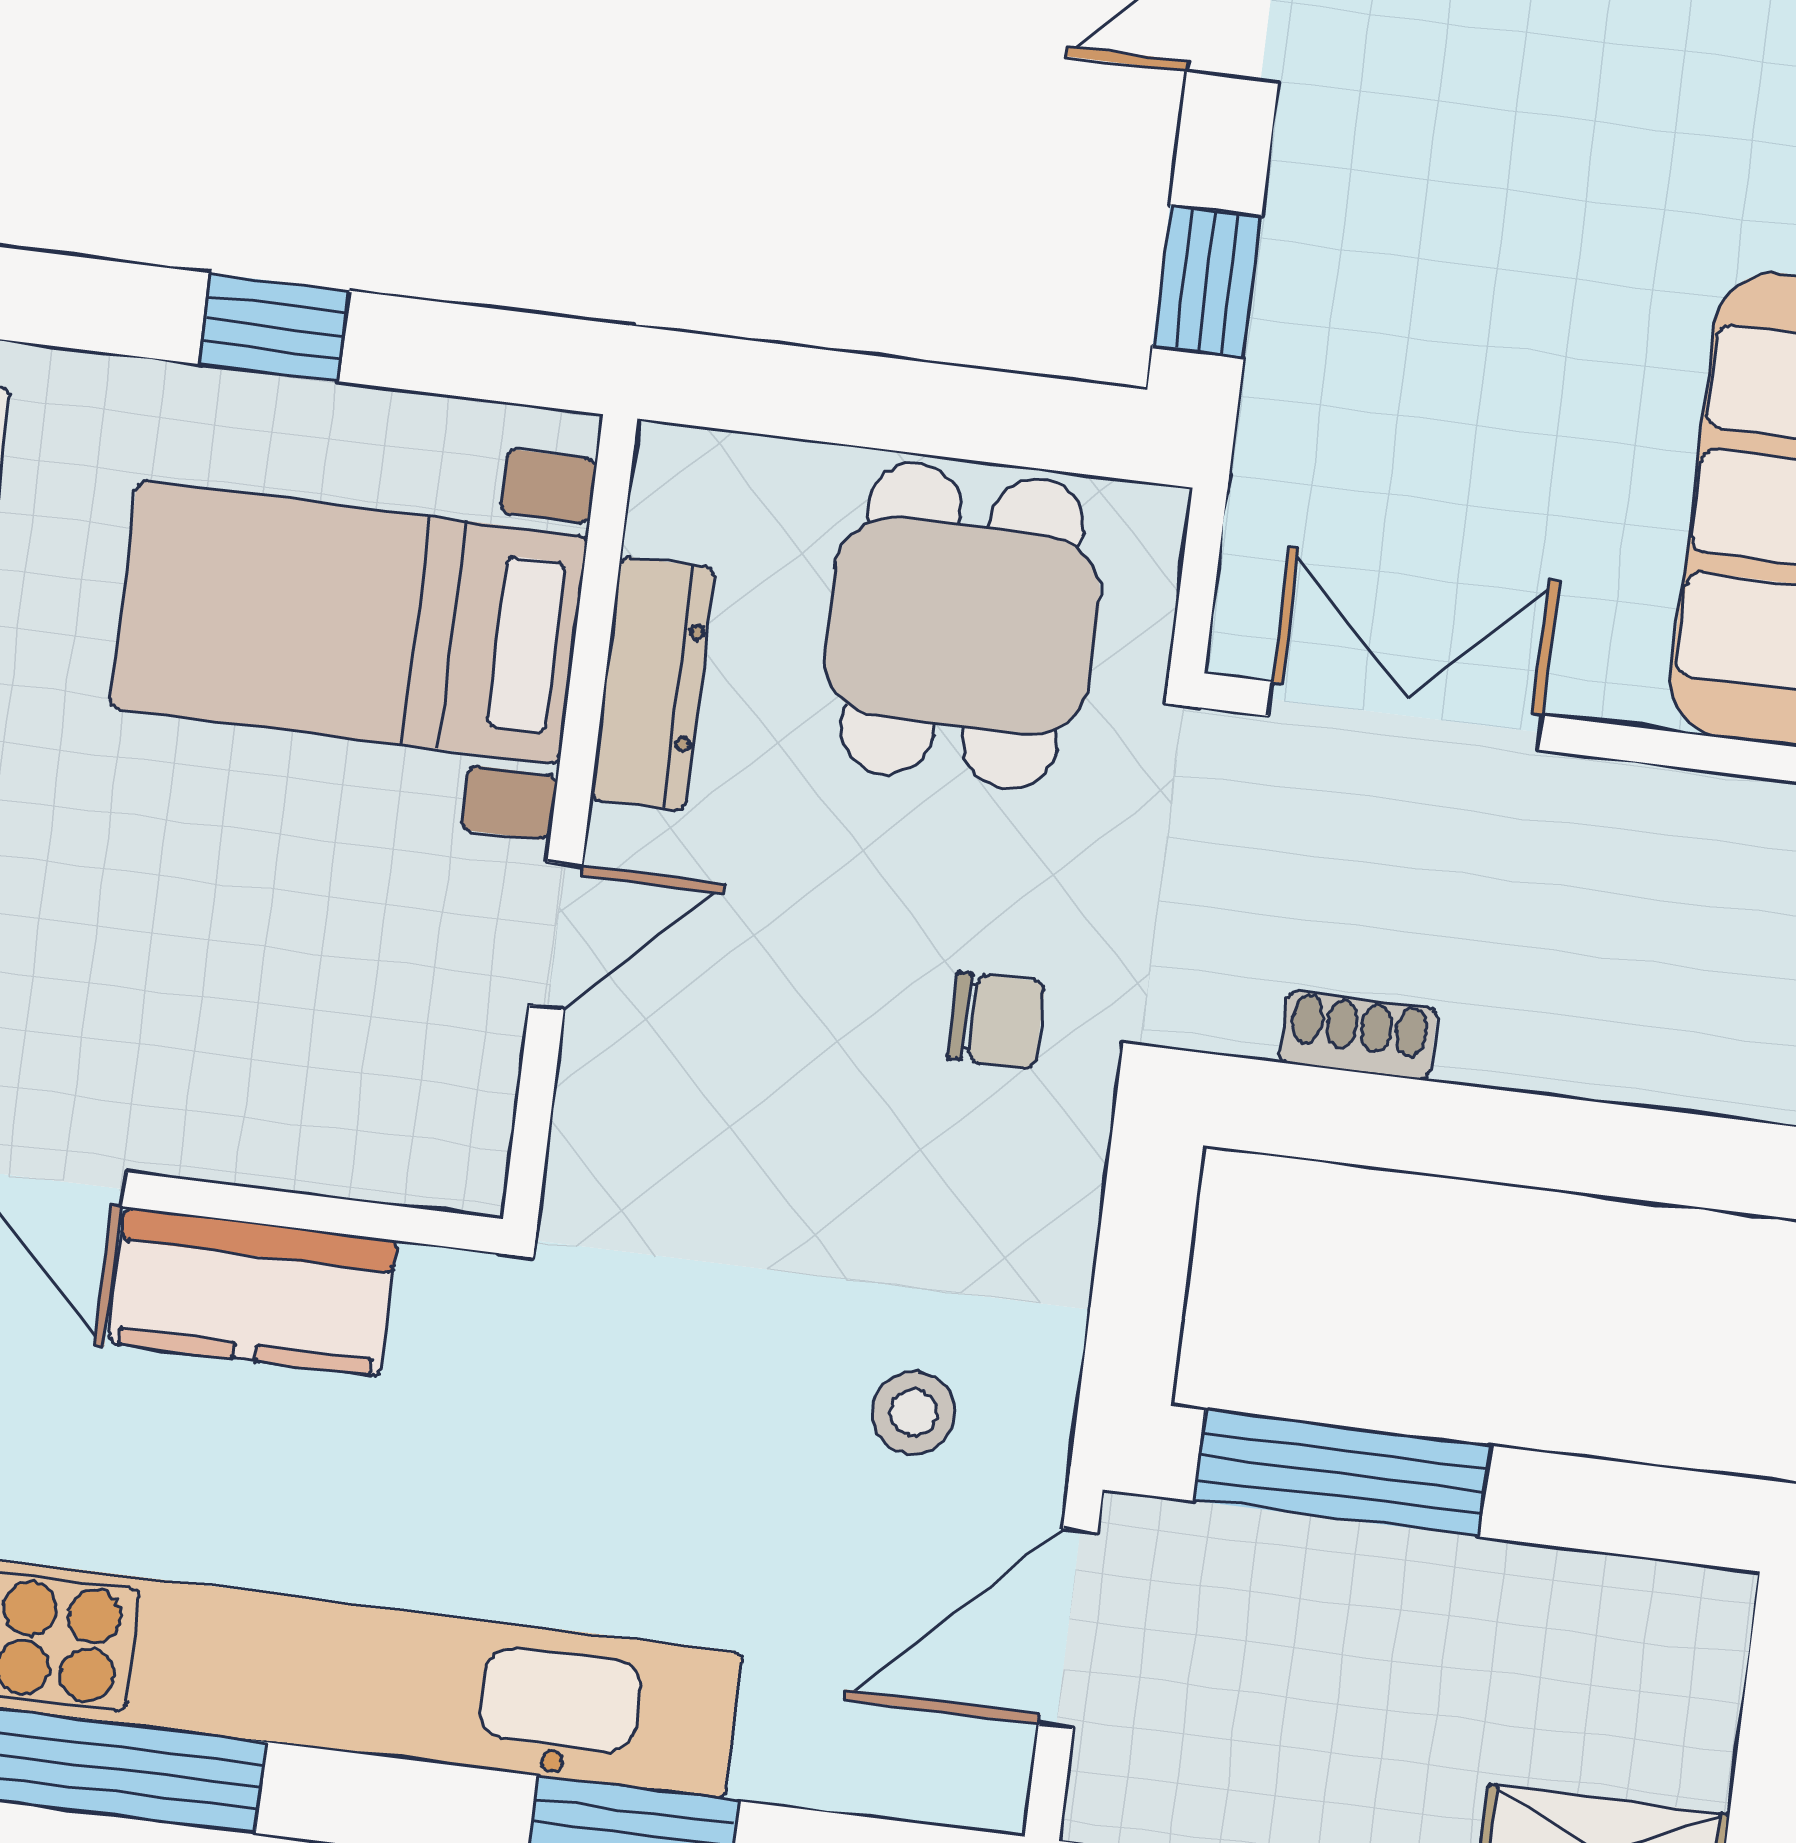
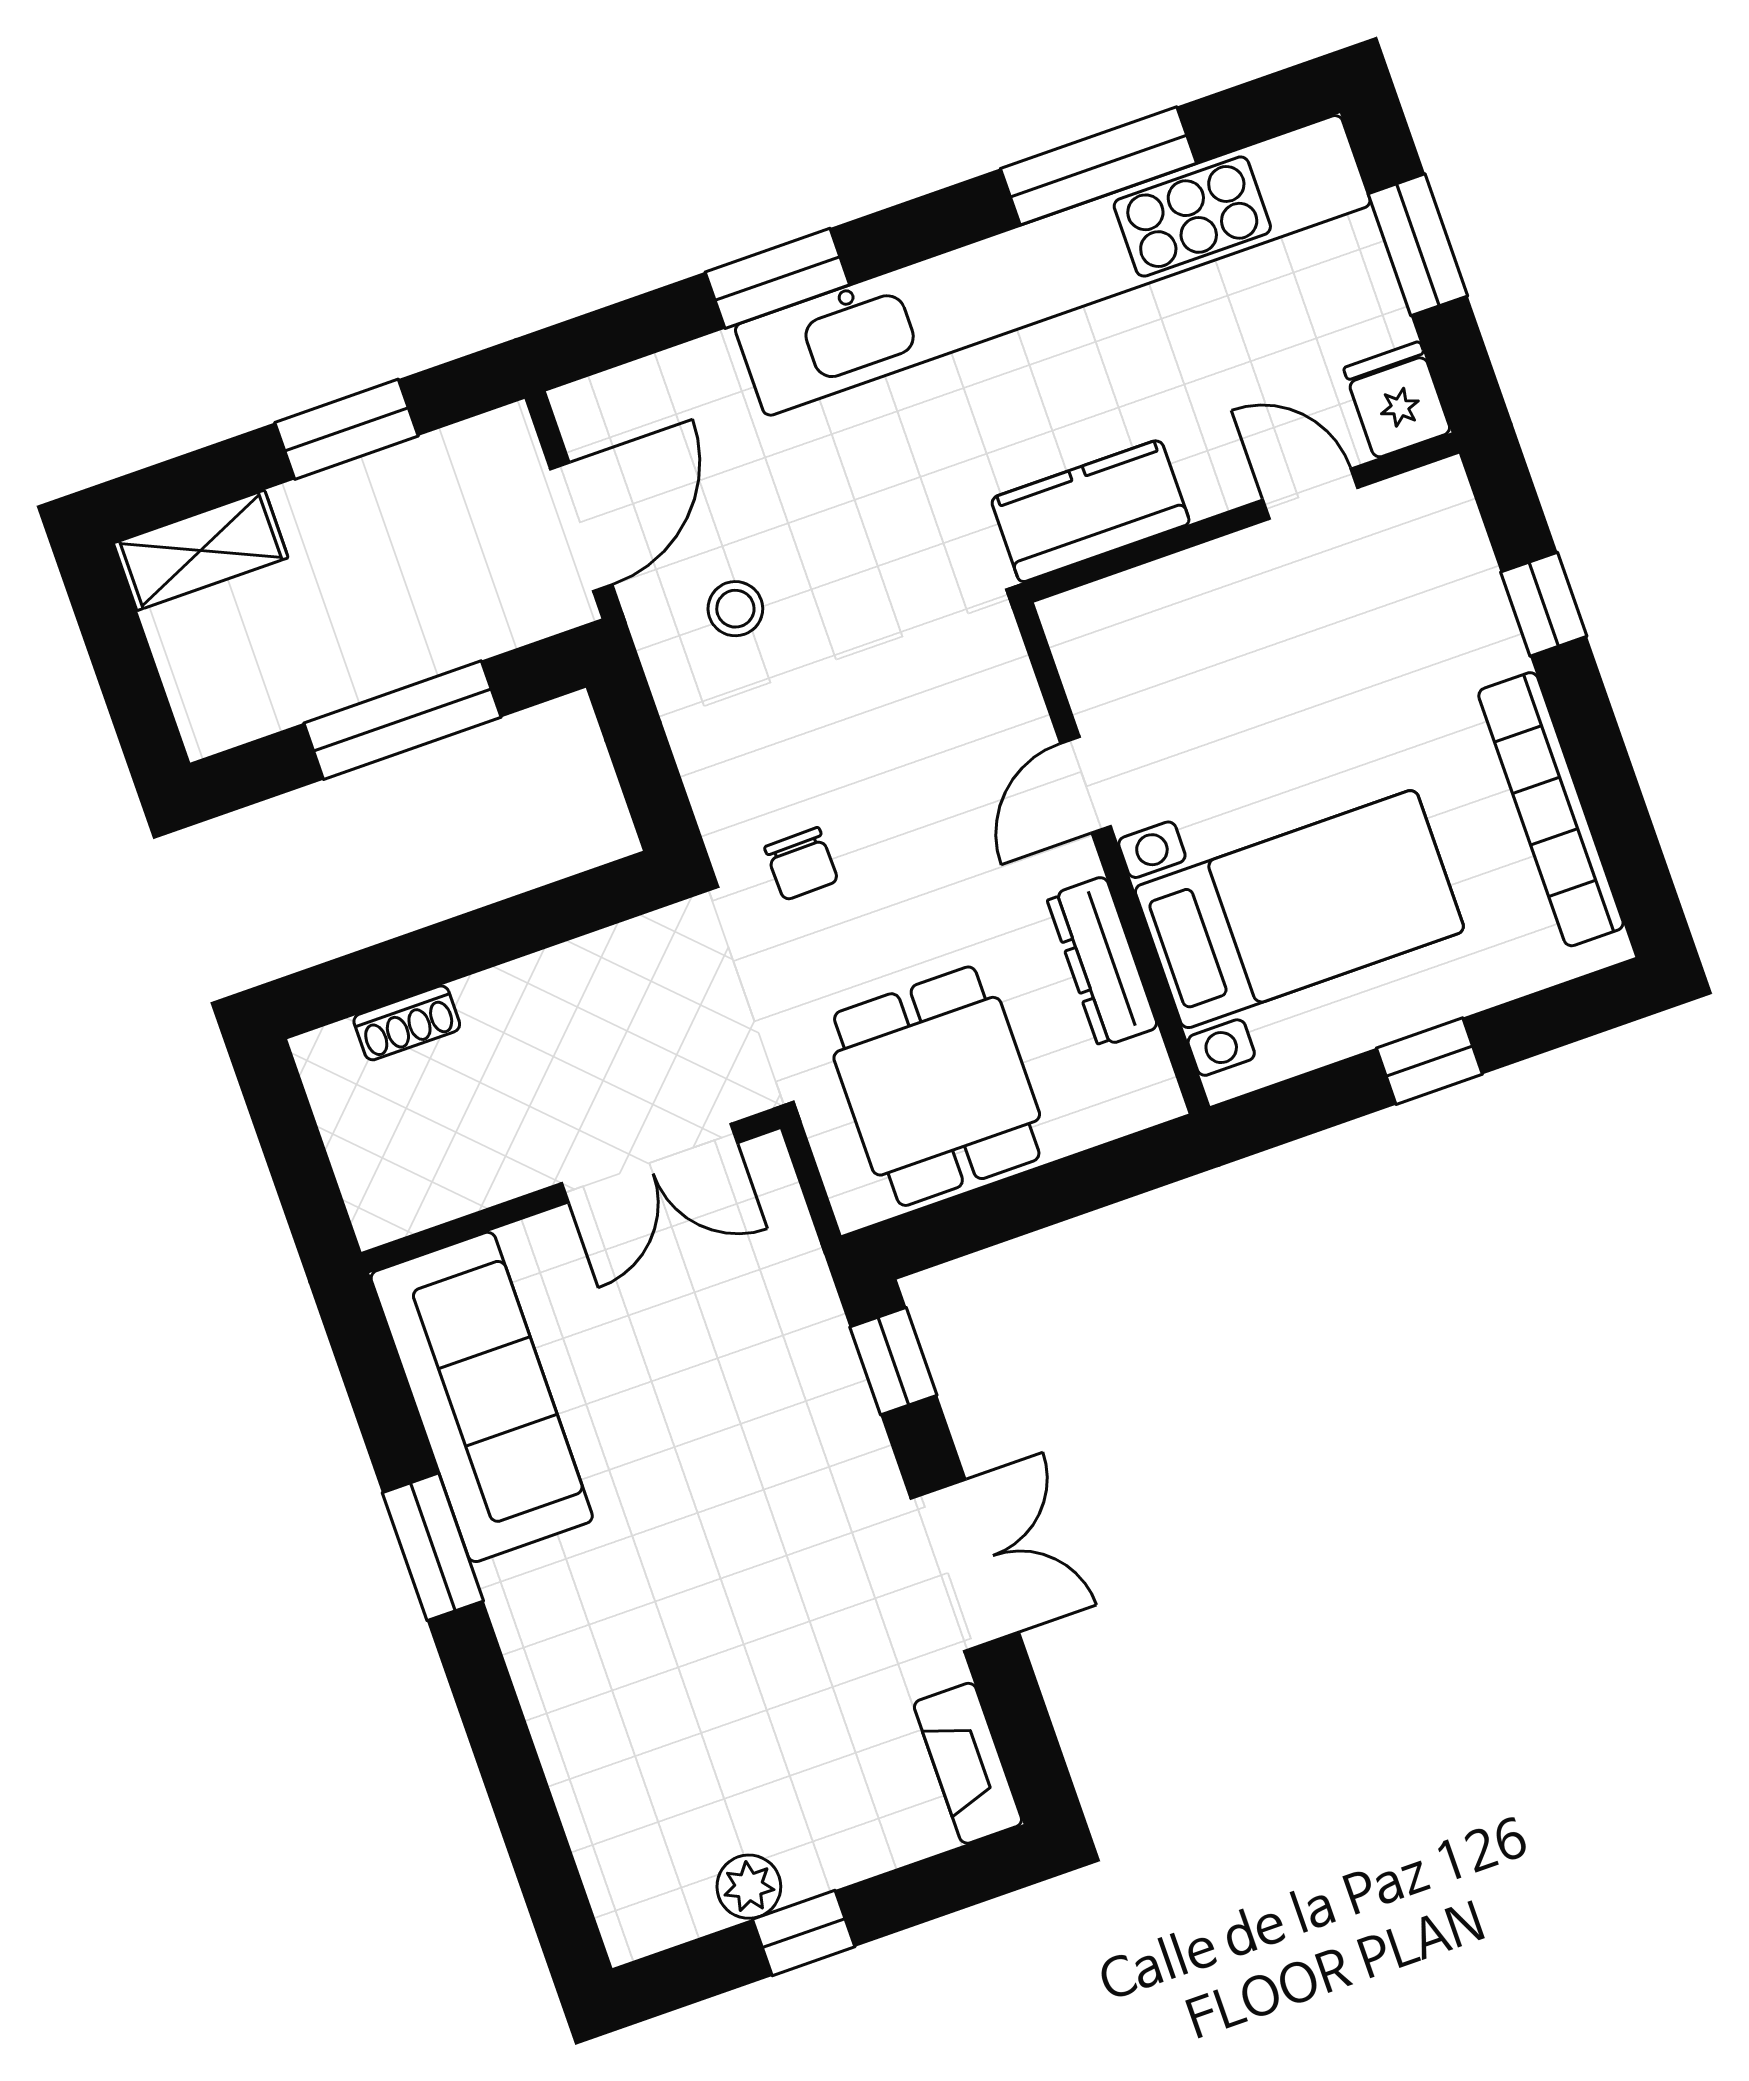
chair: (996, 1020) -> (801, 864), turned -91
shoe rack: (1358, 1035) -> (407, 1023), moved
kitchen counter: (253, 1292) -> (1090, 511), moved
window: (1342, 1473) -> (402, 720), moved

